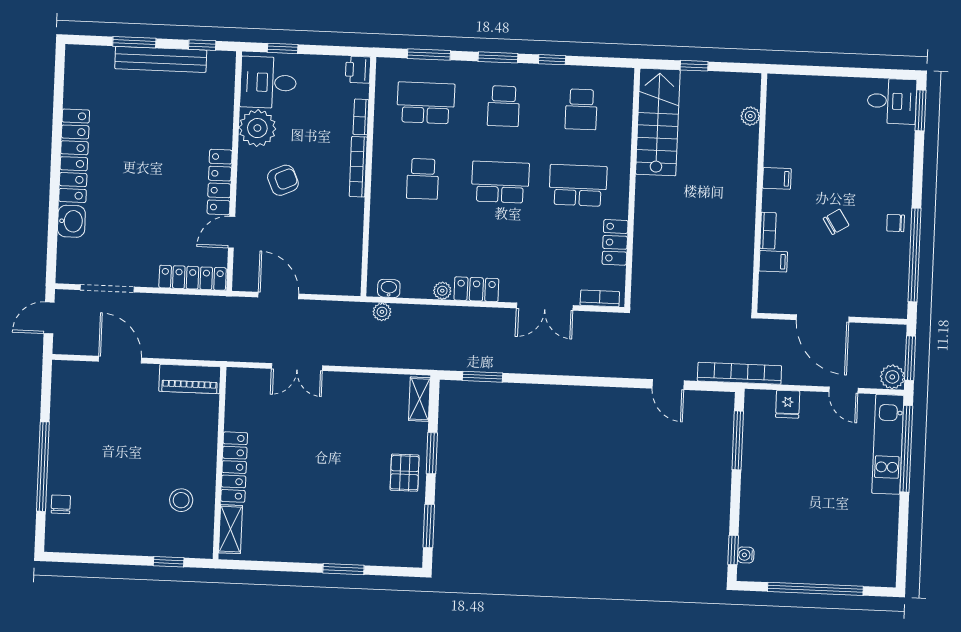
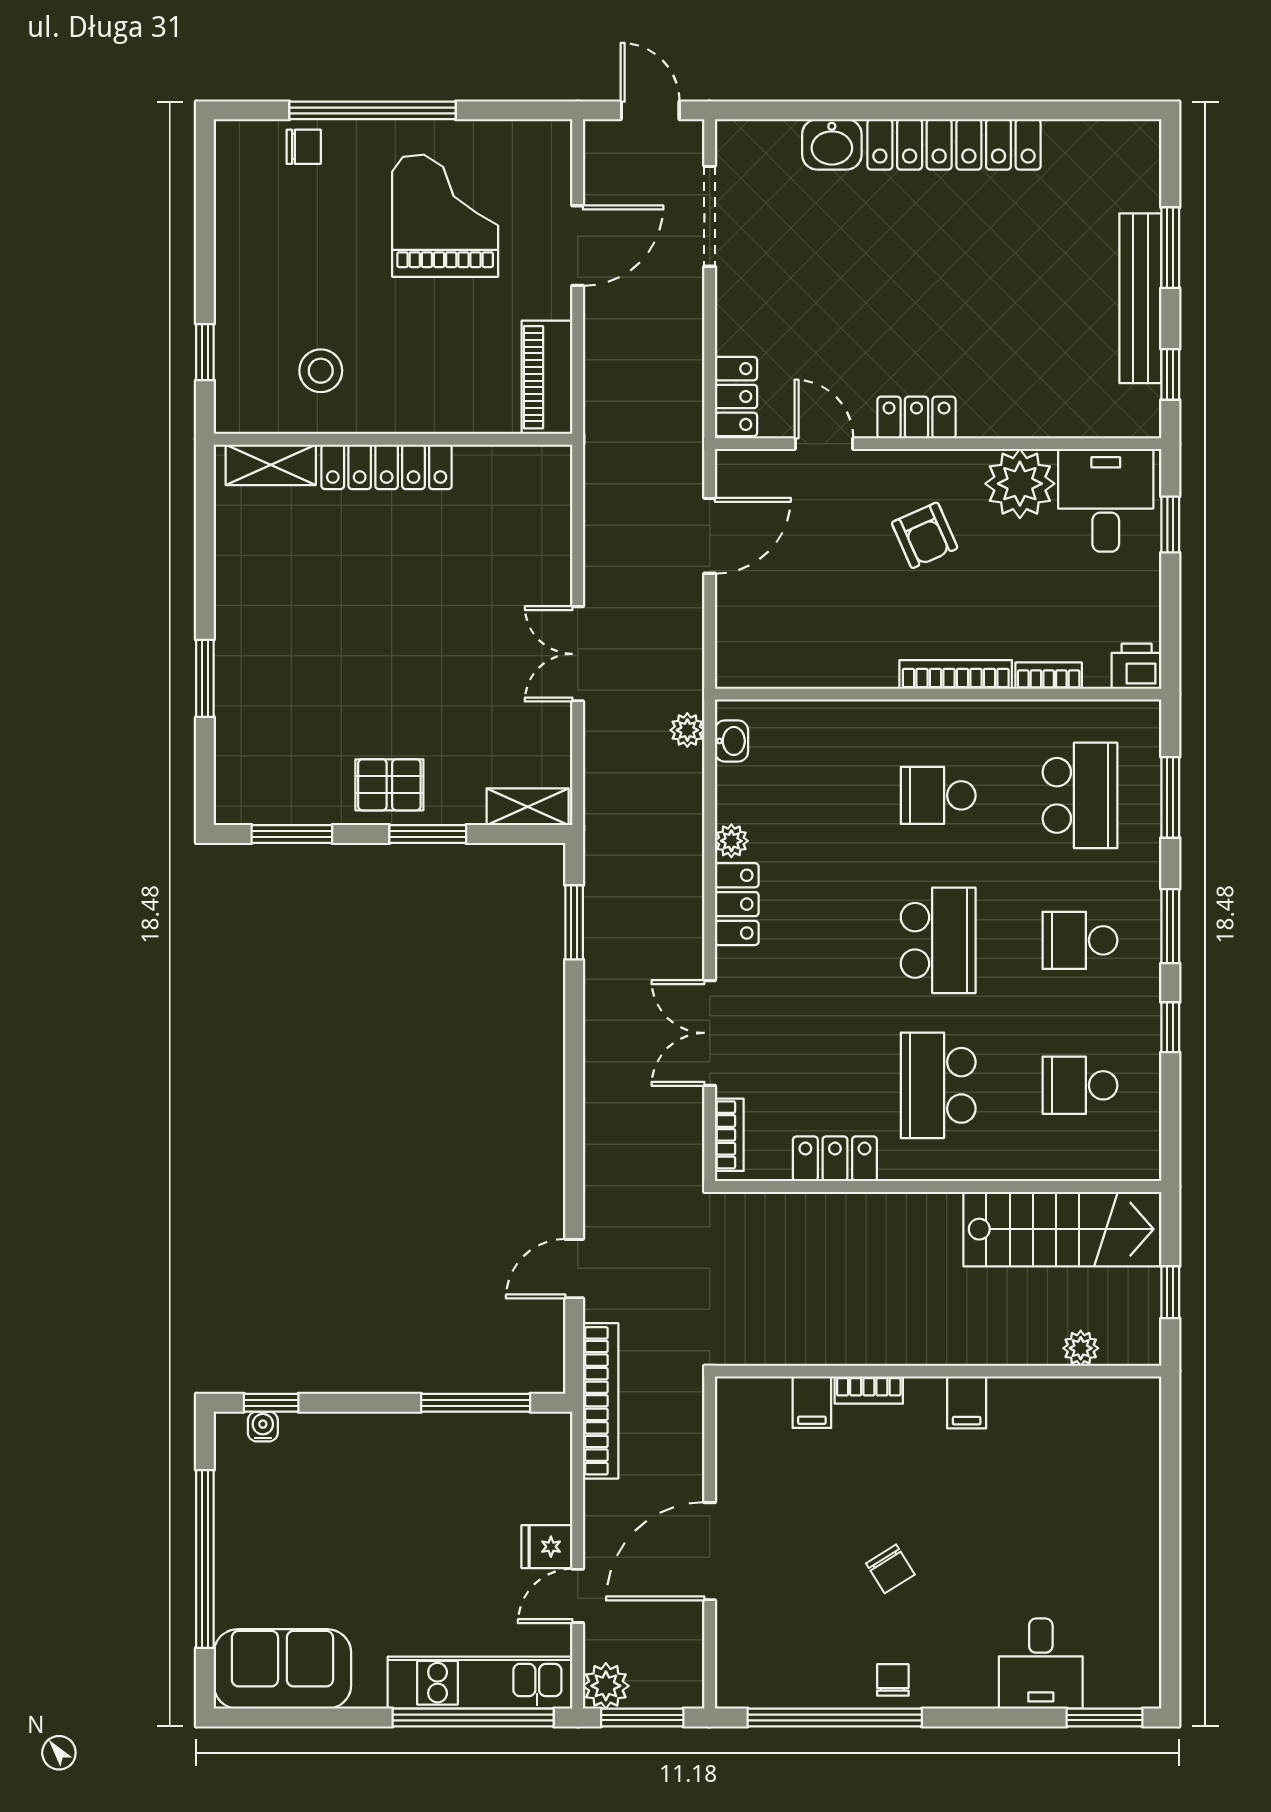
desk: (892, 101) -> (1041, 1664), moved
plant: (750, 116) -> (1081, 1348), moved
filing cabinet: (777, 178) -> (967, 1402), moved
locker: (220, 182) -> (916, 418), width x0.66
school desk: (578, 185) -> (938, 1085), turned 180
wall: (759, 193) -> (938, 1371), moved
bookcase: (768, 231) -> (869, 1390), moved
filing cabinet: (773, 261) -> (812, 1402), moved
locker: (193, 278) -> (736, 396), width x0.66
double door: (297, 367) -> (578, 654), moved
fridge: (788, 404) -> (547, 1547), moved
grand piano: (101, 430) -> (445, 216), added
sofa: (876, 550) -> (282, 1669), added

